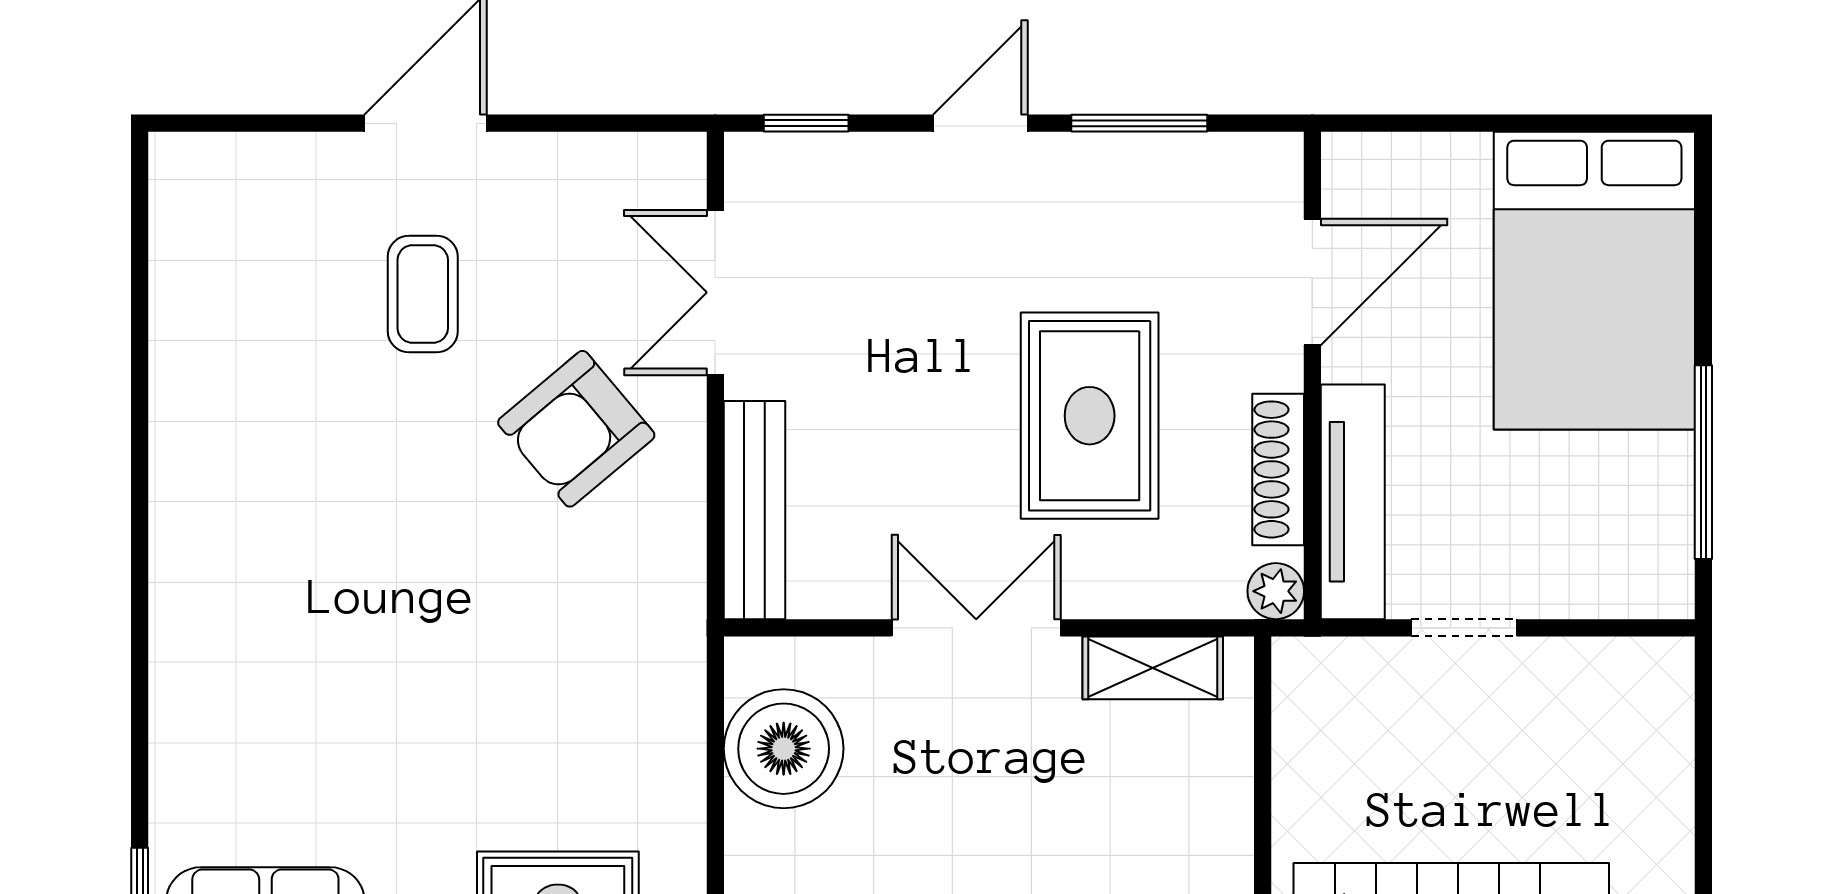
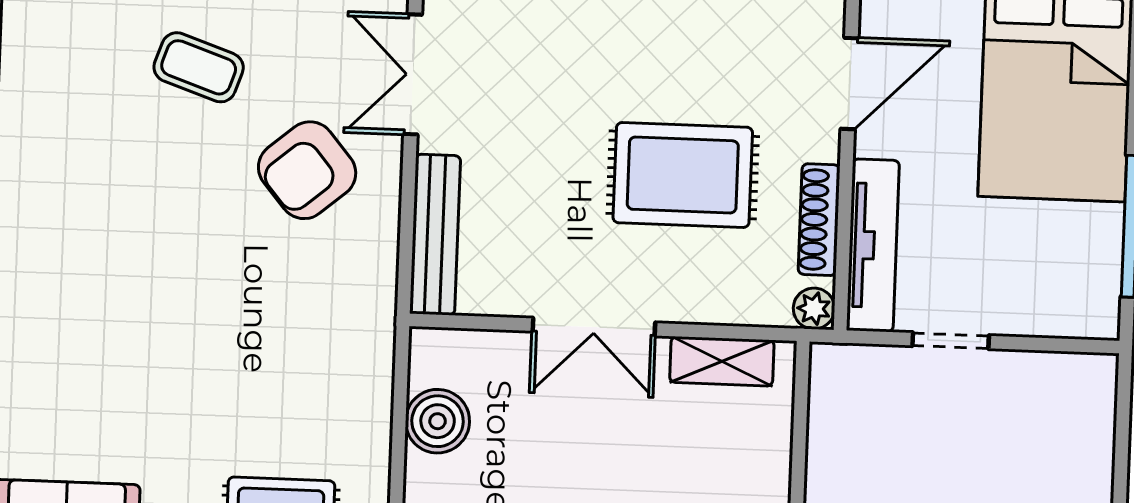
coffee table: (423, 294) -> (199, 67), turned -71
rug: (1090, 416) -> (683, 175), turned 90
double door: (976, 628) -> (594, 327), swing flipped
boiler: (784, 749) -> (438, 421), width x0.73, depth x0.73

